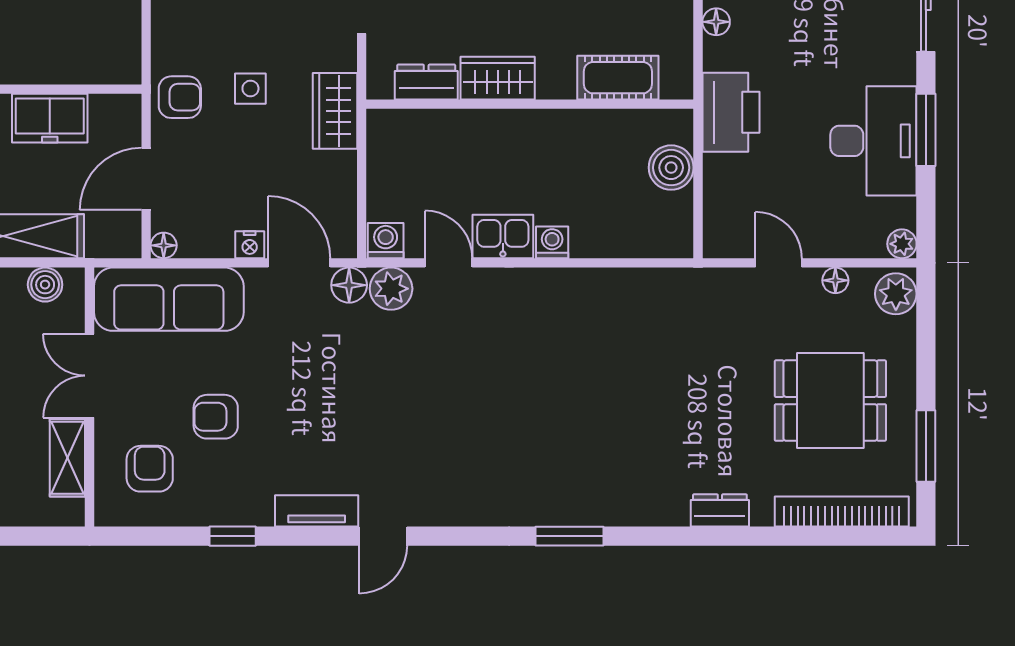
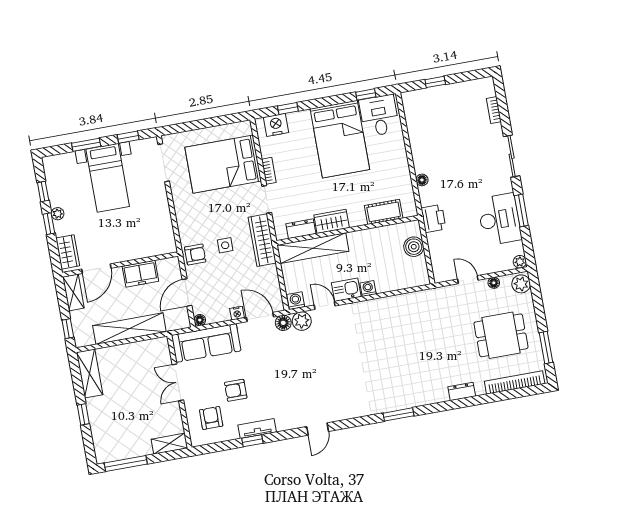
wardrobe: (335, 111) -> (262, 240), width x1.50
printer: (731, 112) -> (433, 218), width x0.73, depth x0.84
shelving: (445, 130) -> (313, 248), added
boiler: (45, 285) -> (151, 346), removed
shelving: (67, 458) -> (169, 444), moved, turned 90
tv unit: (317, 511) -> (257, 429), moved

